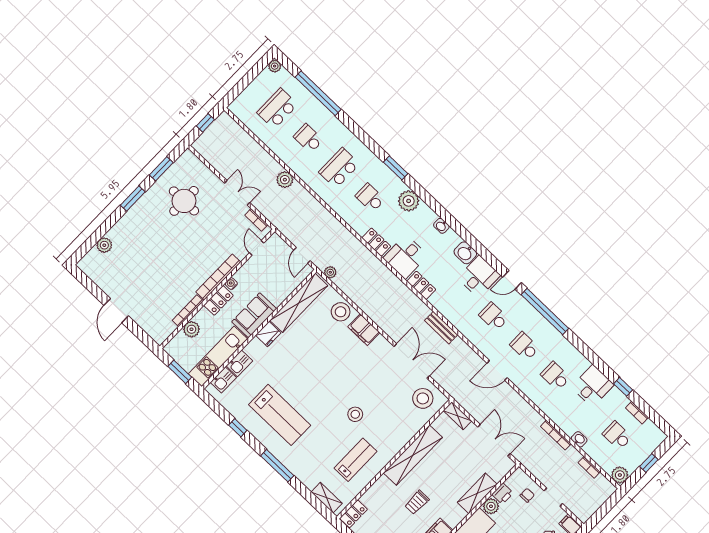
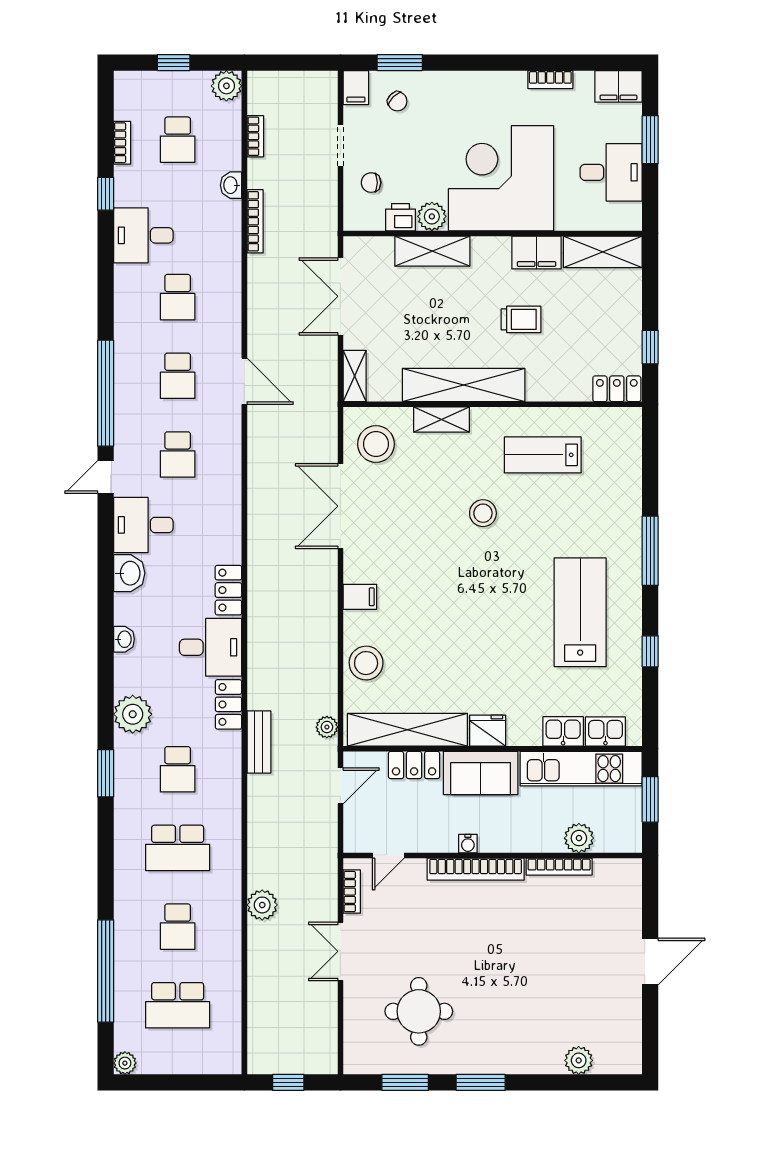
door: (512, 280) -> (106, 477), swing flipped
locker: (218, 300) -> (414, 765), moved, turned 180
bench: (441, 328) -> (259, 742), moved
filing cabinet: (364, 330) -> (360, 597), width x0.50
shelving: (327, 498) -> (441, 420), moved, turned 90

